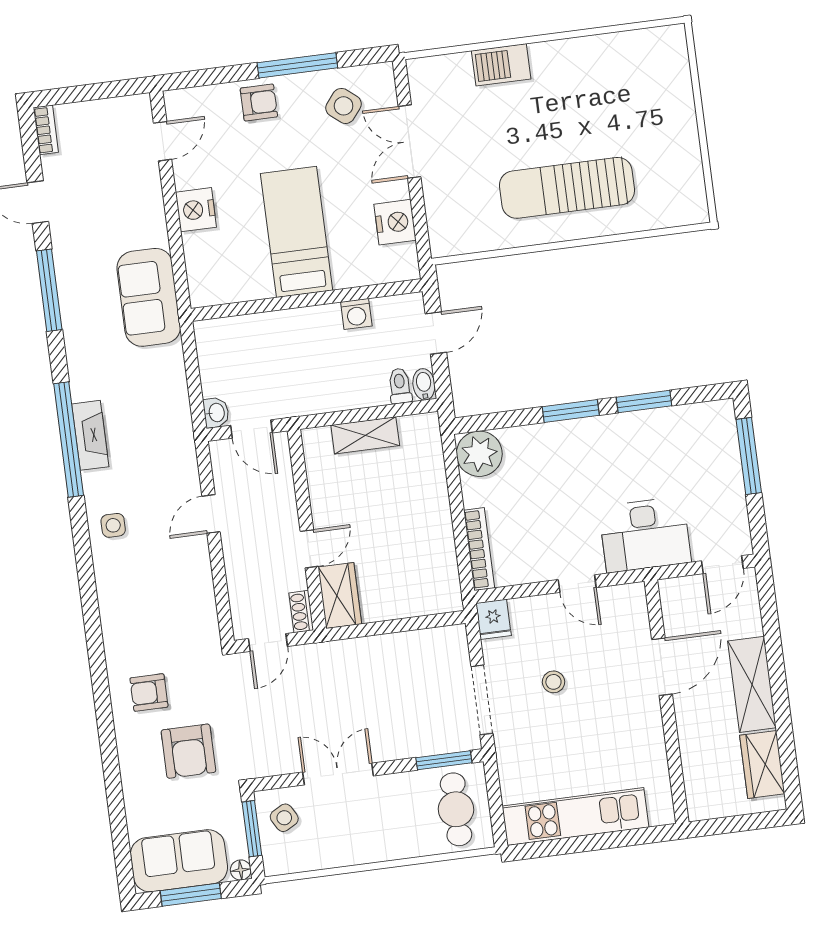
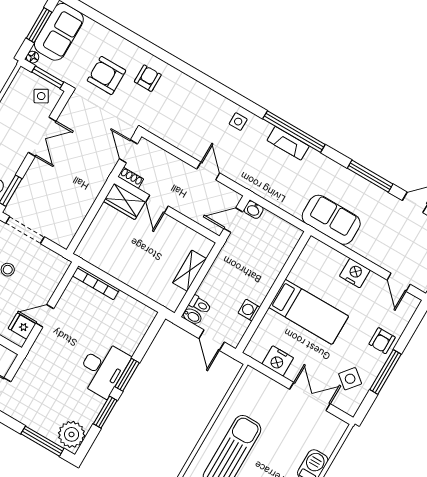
plant: (479, 454) -> (72, 434), moved
desk: (645, 535) -> (103, 369), moved, turned 180
fridge: (493, 619) -> (22, 326), moved

